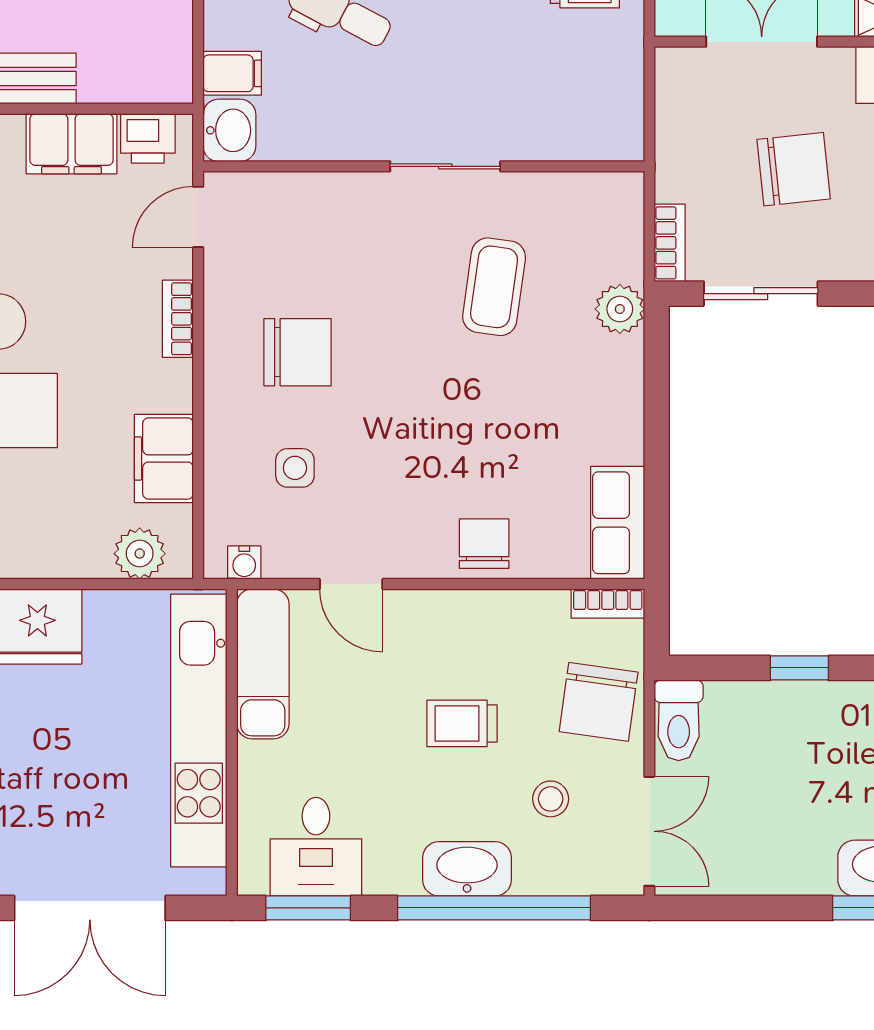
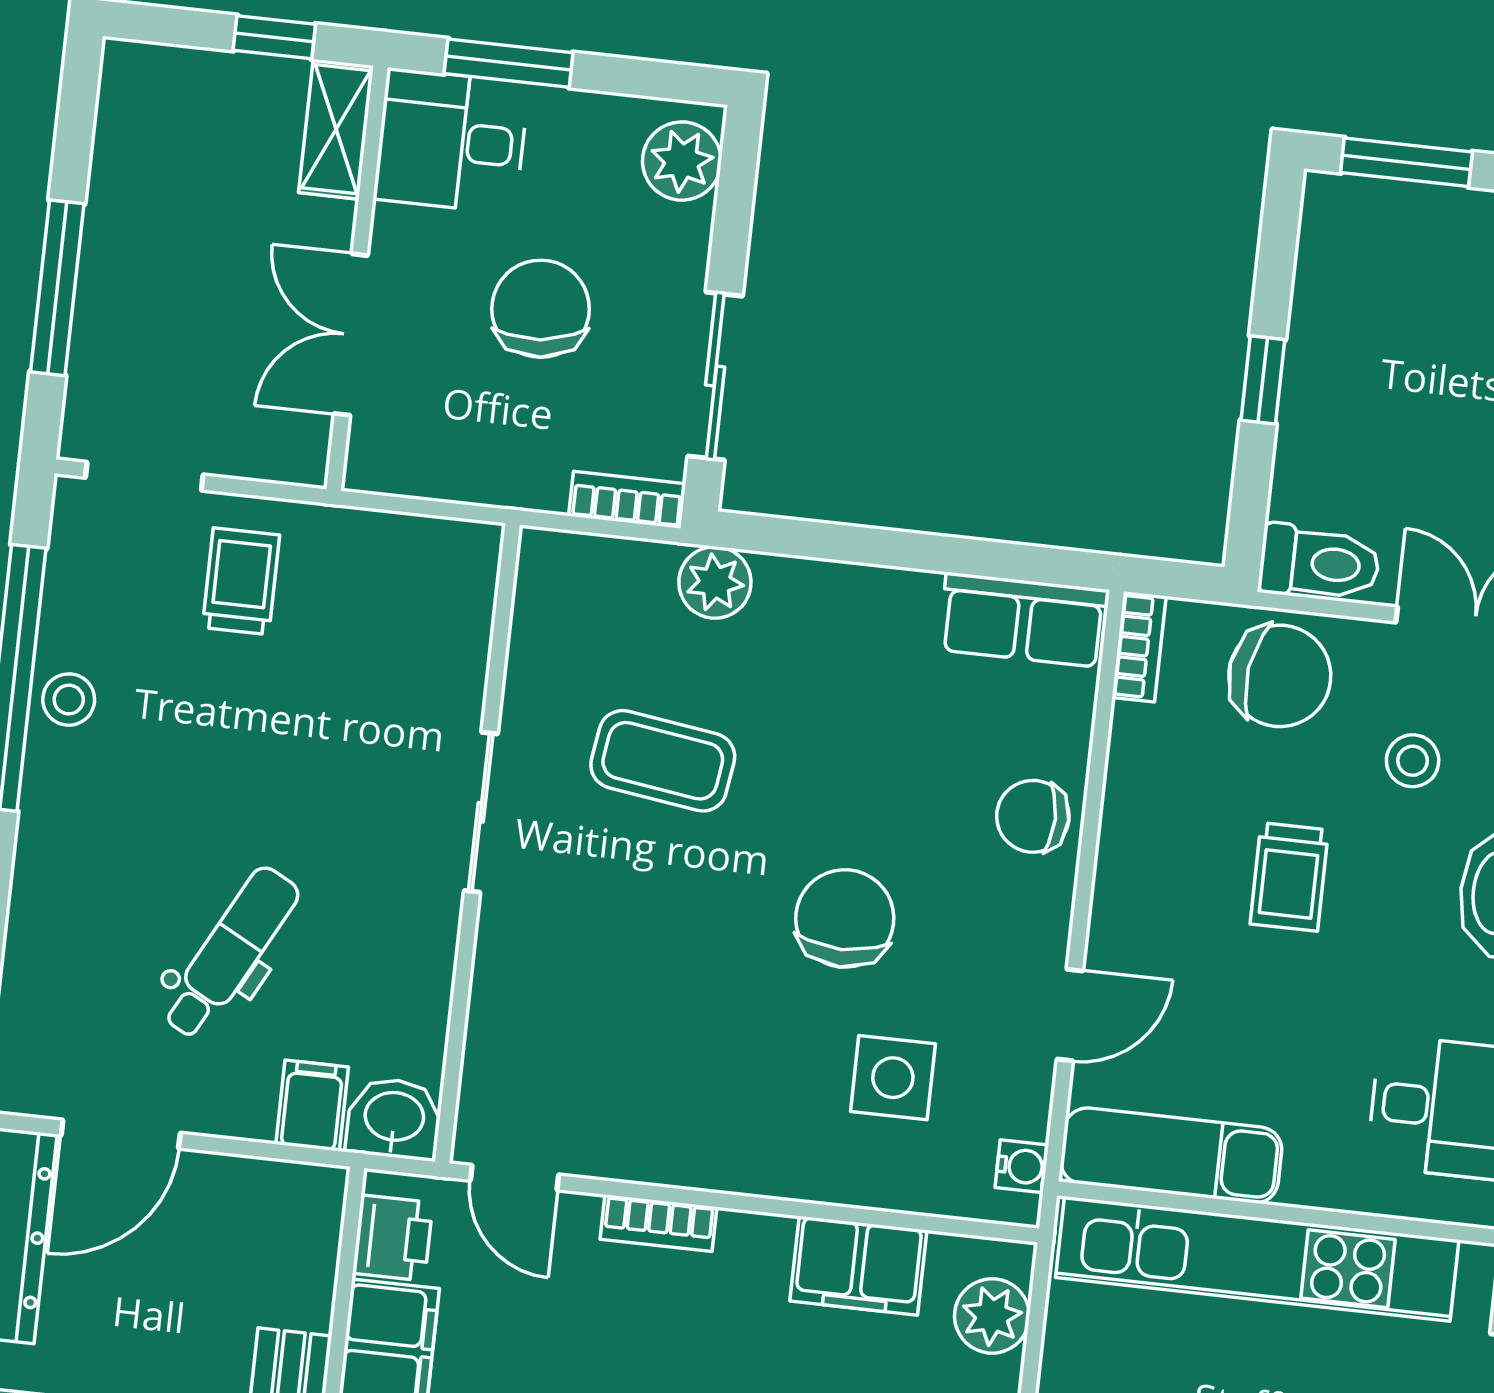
chair: (298, 352) -> (845, 918), moved
side table: (295, 468) -> (893, 1078), width x1.37, depth x1.37

